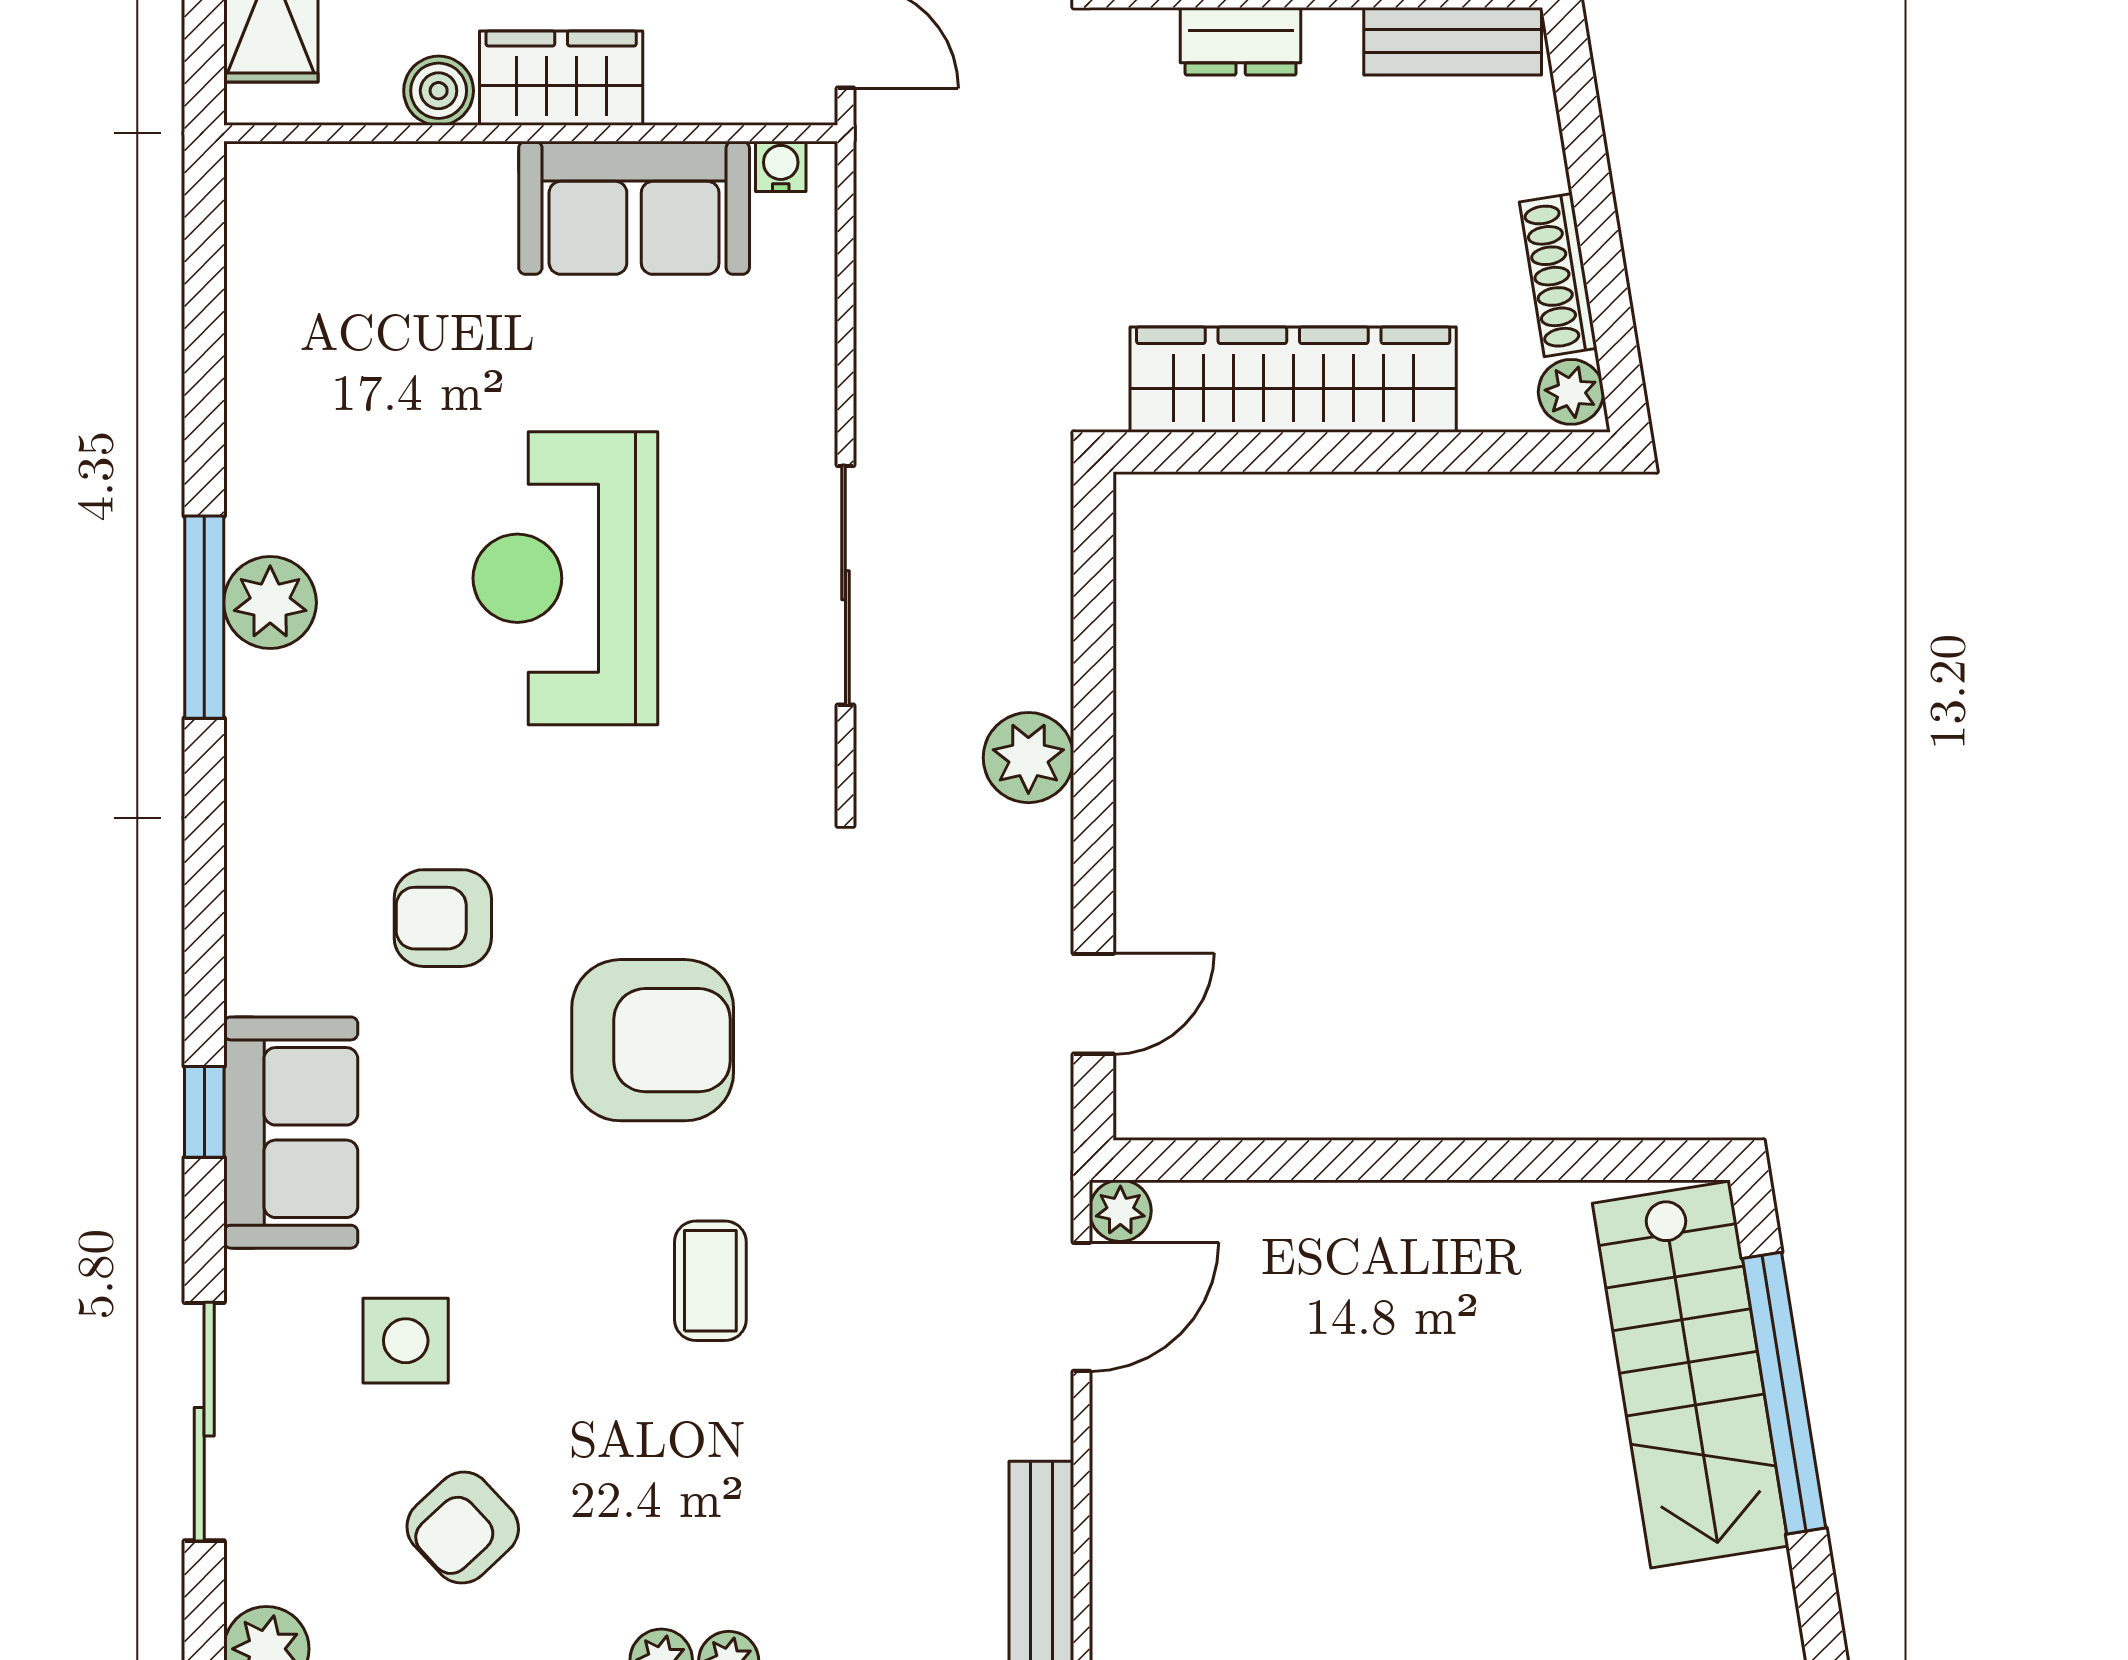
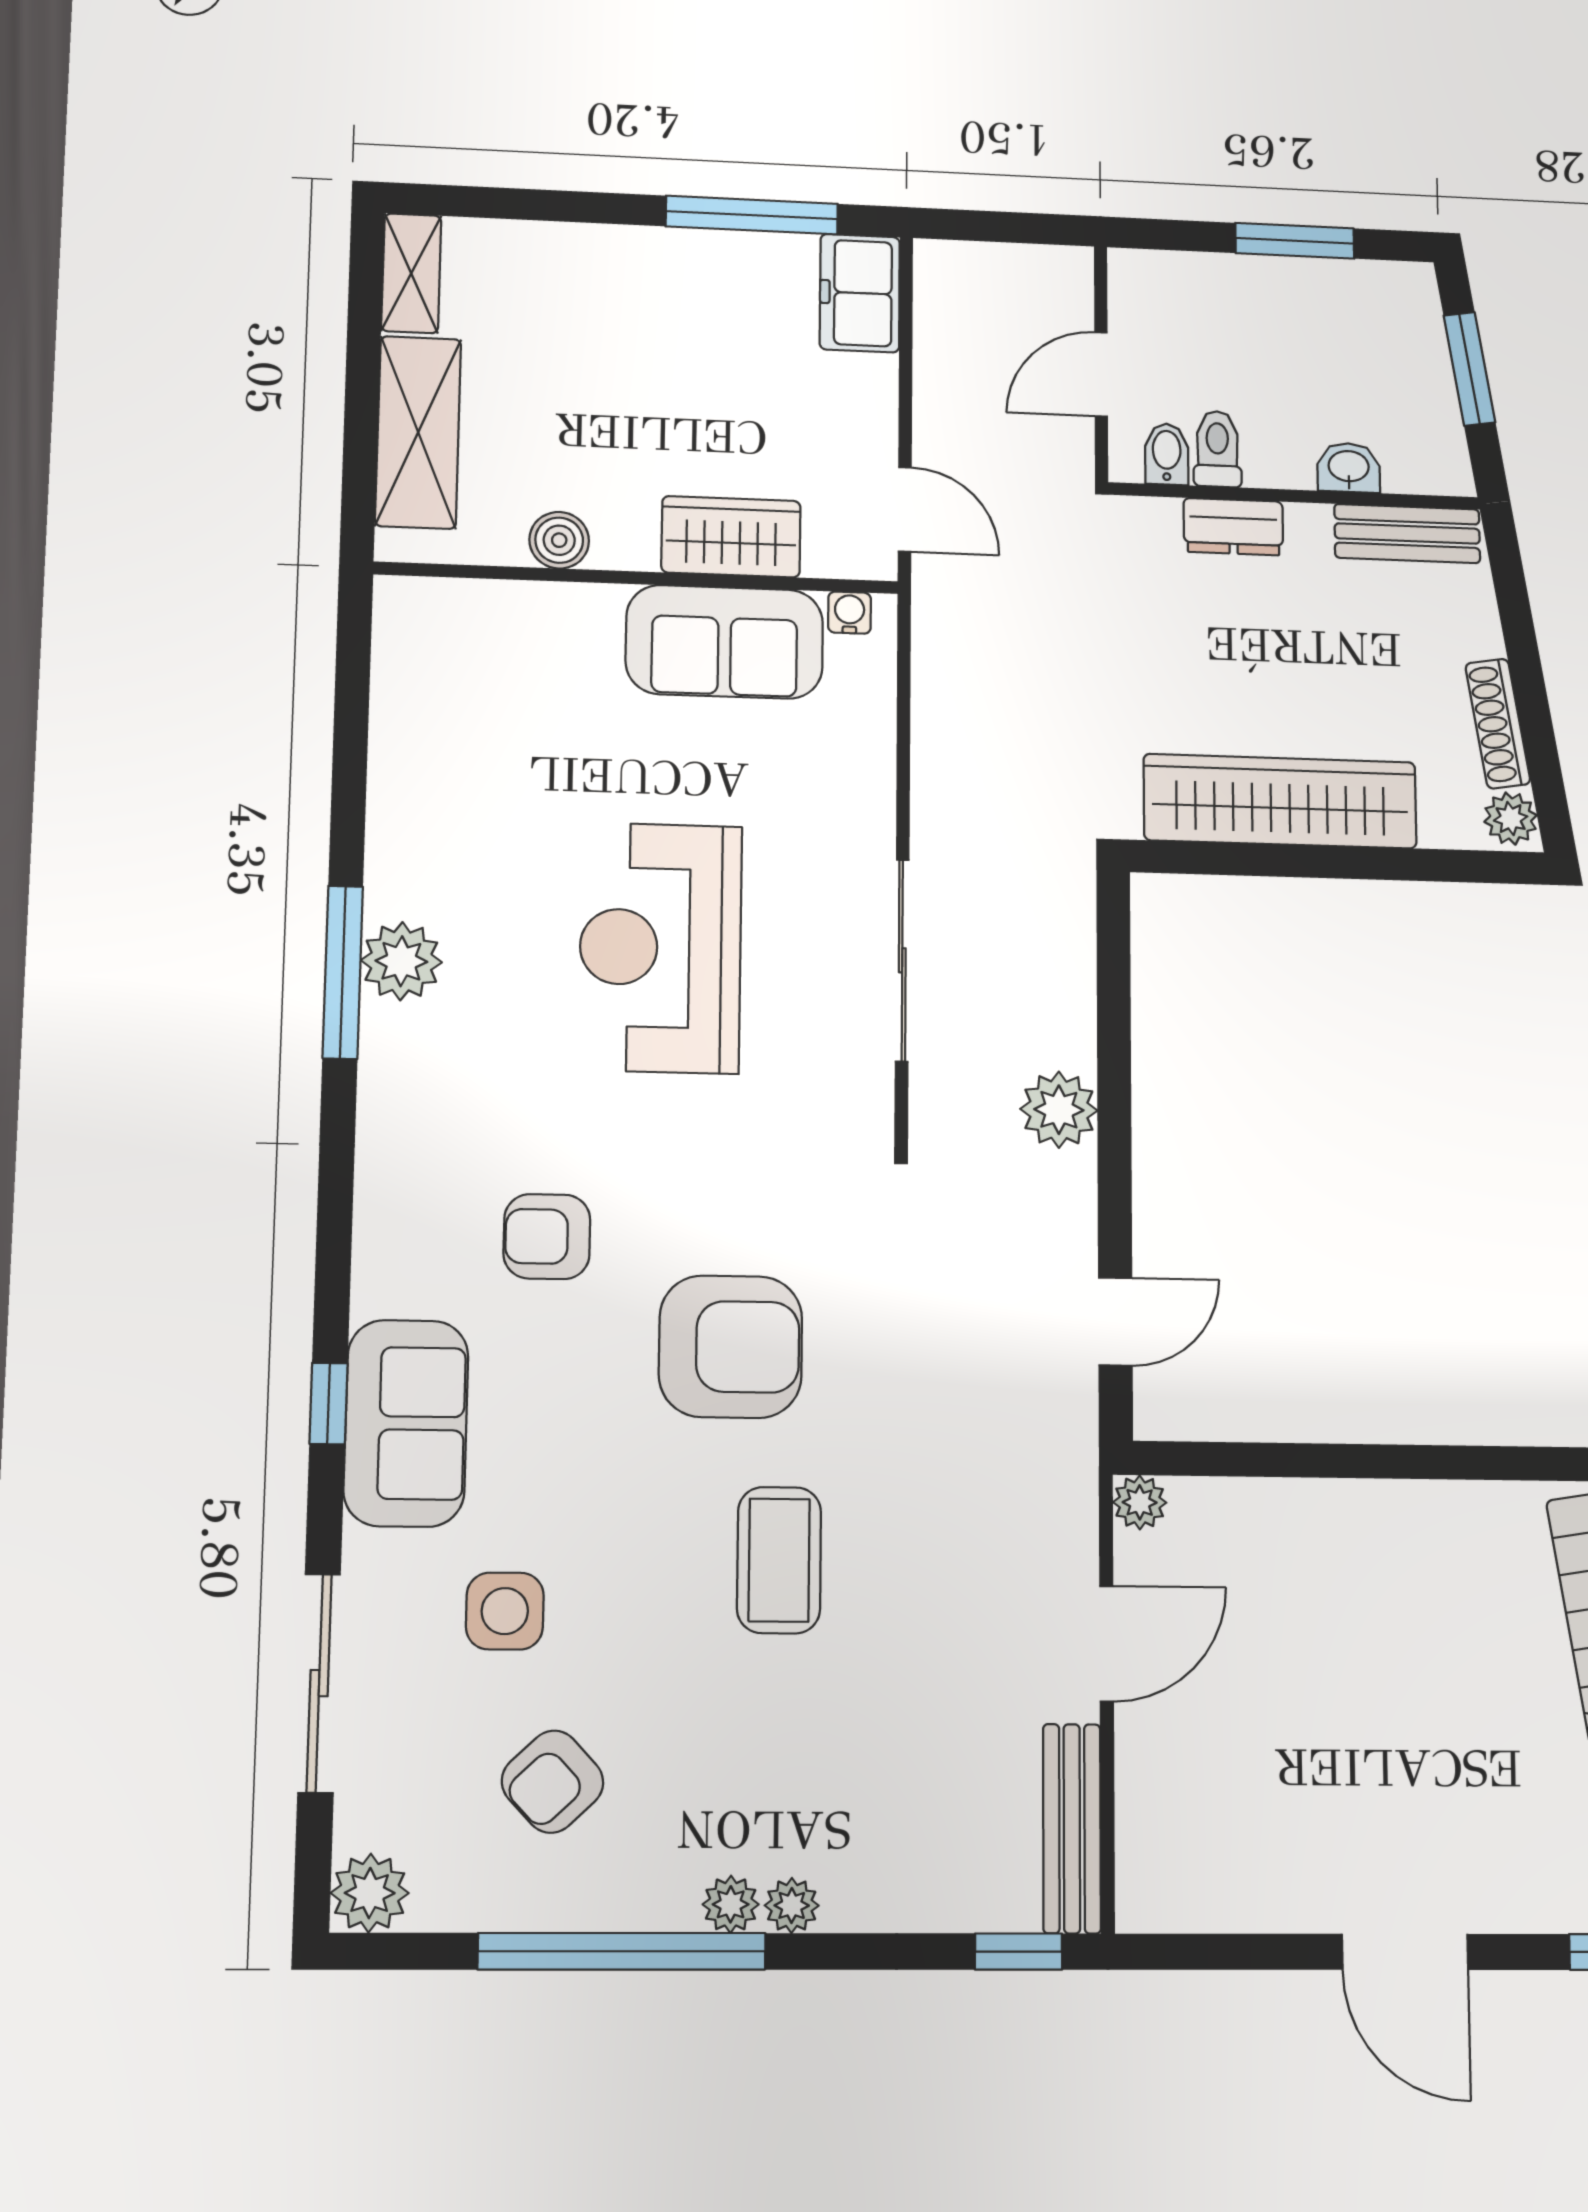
wardrobe: (561, 78) -> (731, 537), moved
coffee table: (710, 1281) -> (779, 1560), width x1.36, depth x1.30
door: (1082, 1307) -> (1107, 1644), moved

